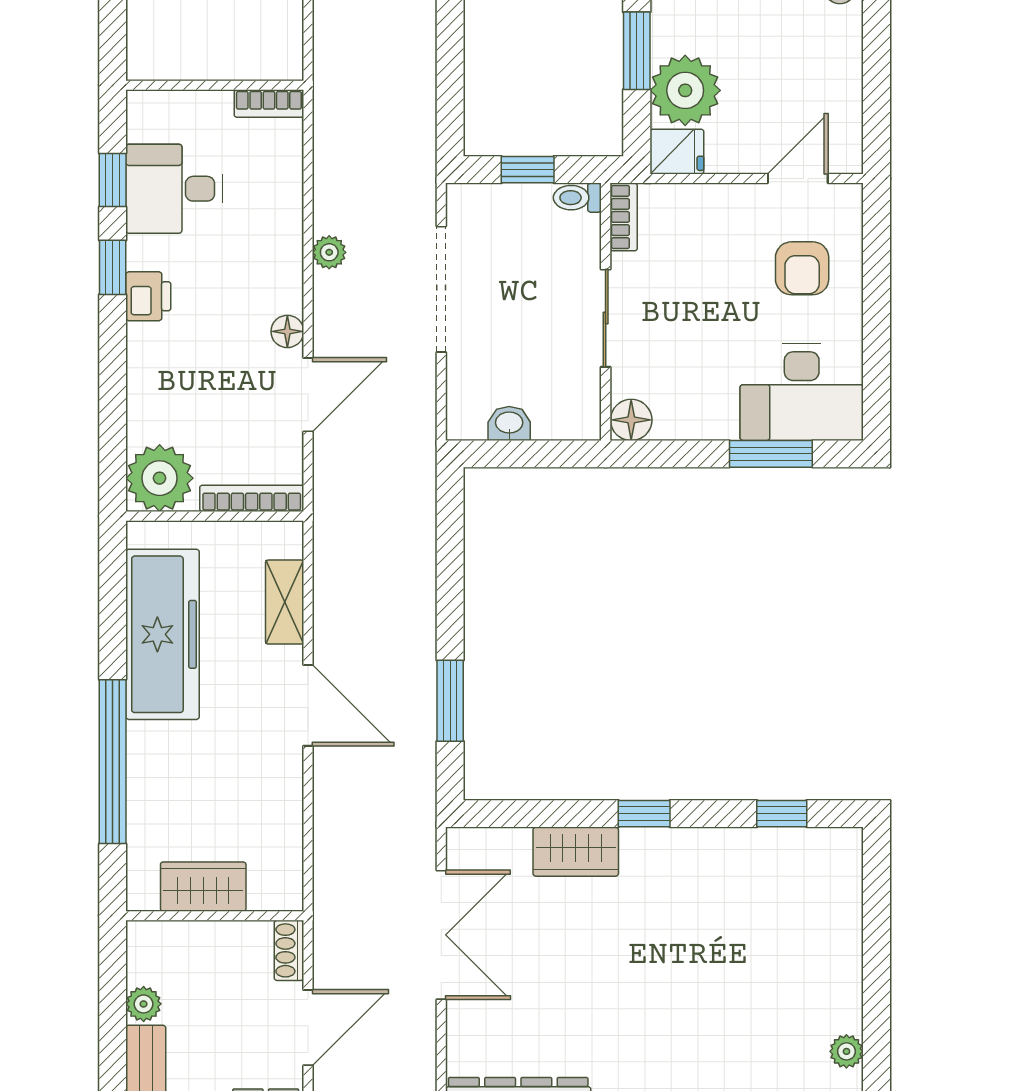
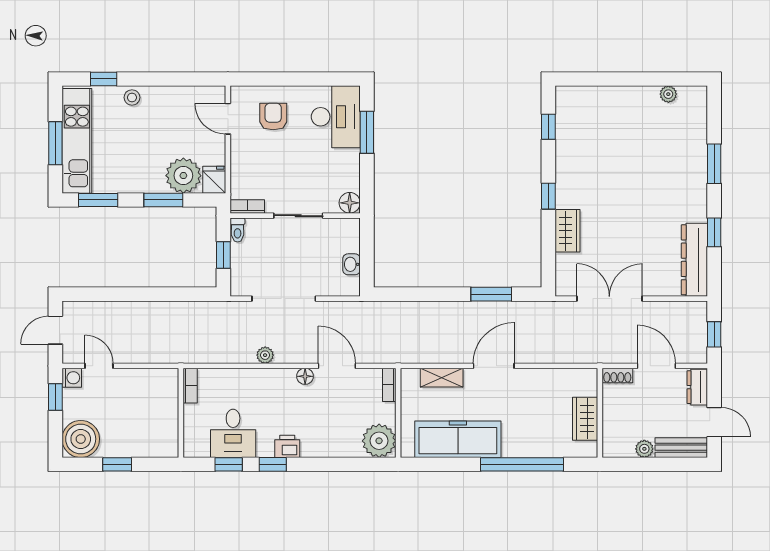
armchair: (802, 268) -> (273, 117), turned -90
bookcase: (252, 498) -> (389, 385), width x0.64

